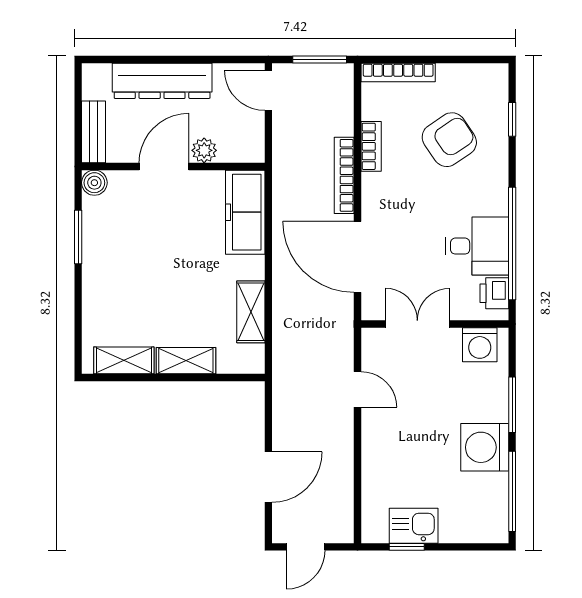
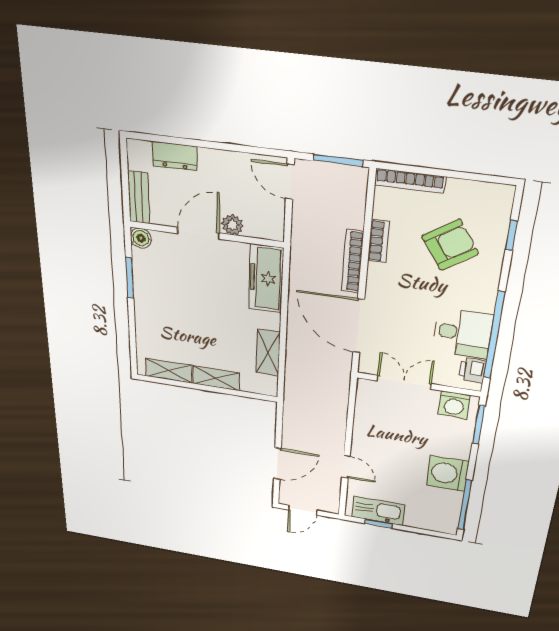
dresser: (162, 81) -> (175, 156), width x0.51, depth x0.80
door: (358, 389) -> (346, 467), moved
window: (512, 405) -> (479, 425), moved
kitchen sink: (414, 526) -> (378, 511), width x1.38

